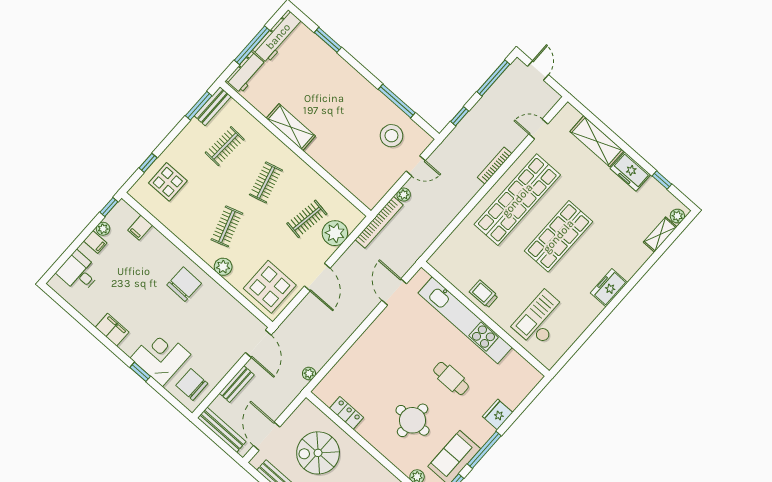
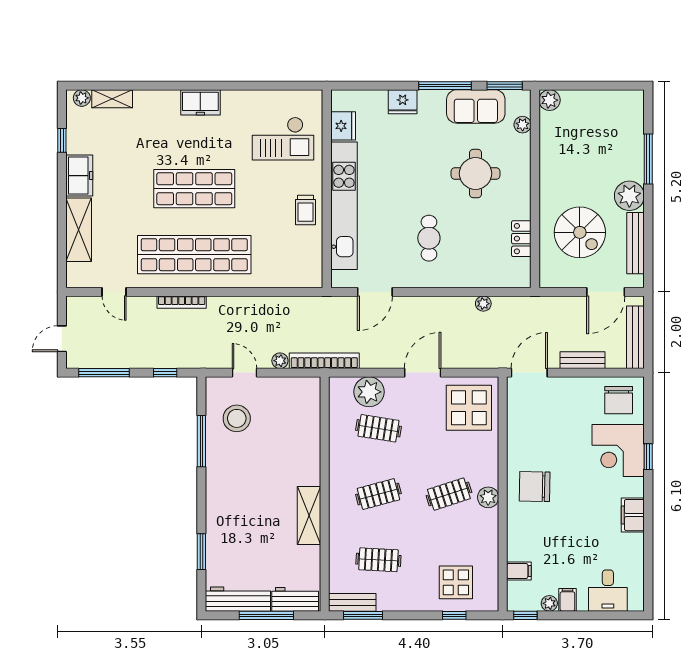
plant: (223, 267) -> (488, 497), moved
fridge: (515, 364) -> (343, 126), added
plant: (309, 374) -> (483, 304), moved
cafe table: (451, 378) -> (429, 238), moved

